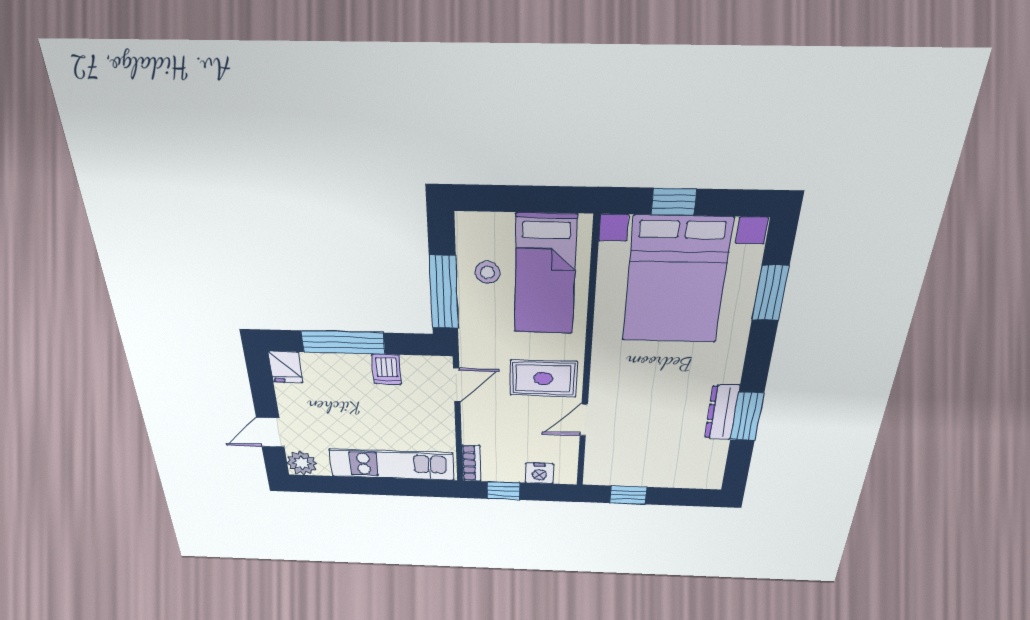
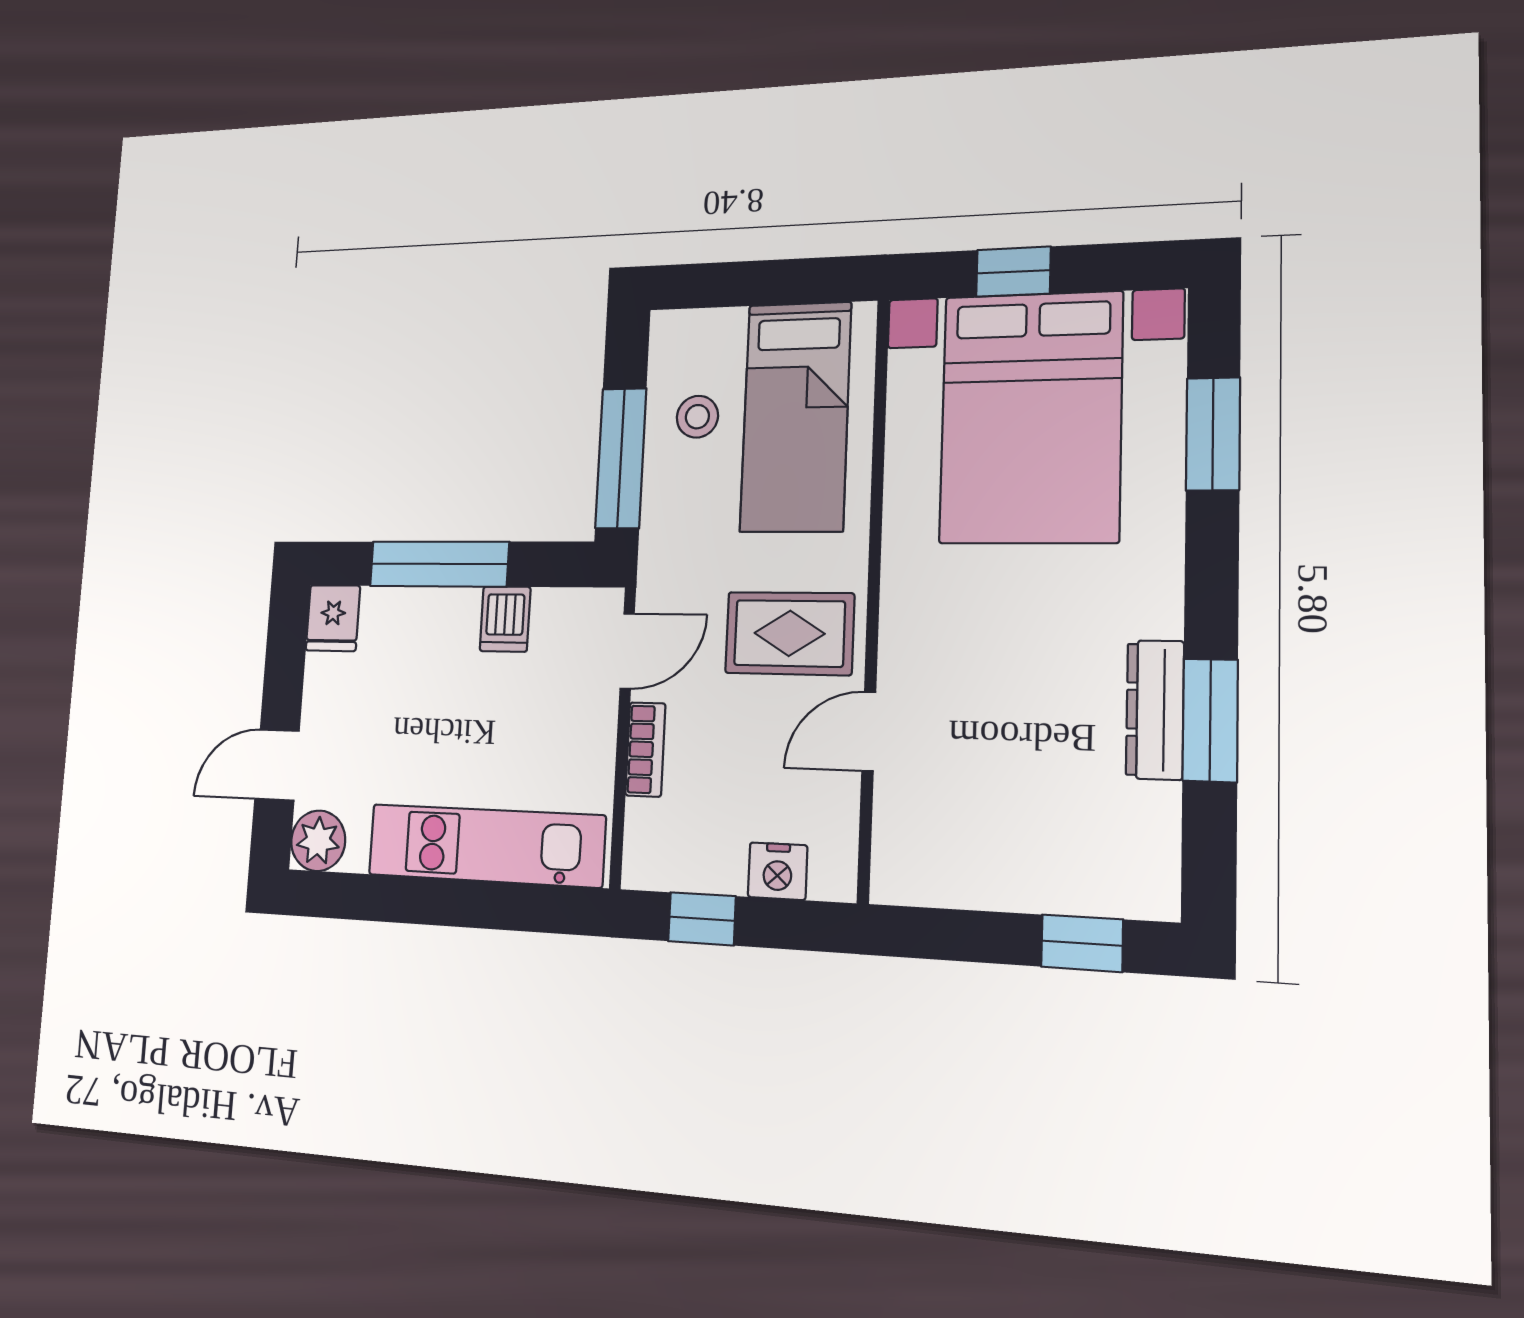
bookcase: (471, 463) -> (645, 749), moved
window: (628, 495) -> (1082, 943), moved

